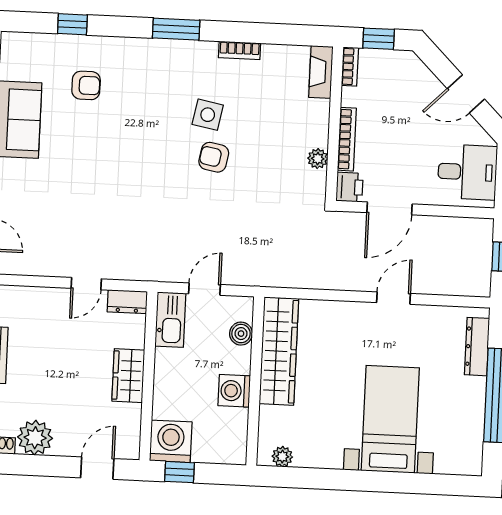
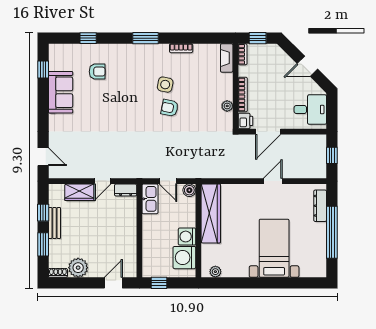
door: (204, 289) -> (168, 181), swing flipped
boiler: (241, 334) -> (189, 190), moved
wardrobe: (128, 376) -> (79, 192), moved, turned -90
washing machine: (171, 441) -> (184, 258), moved, turned -90

